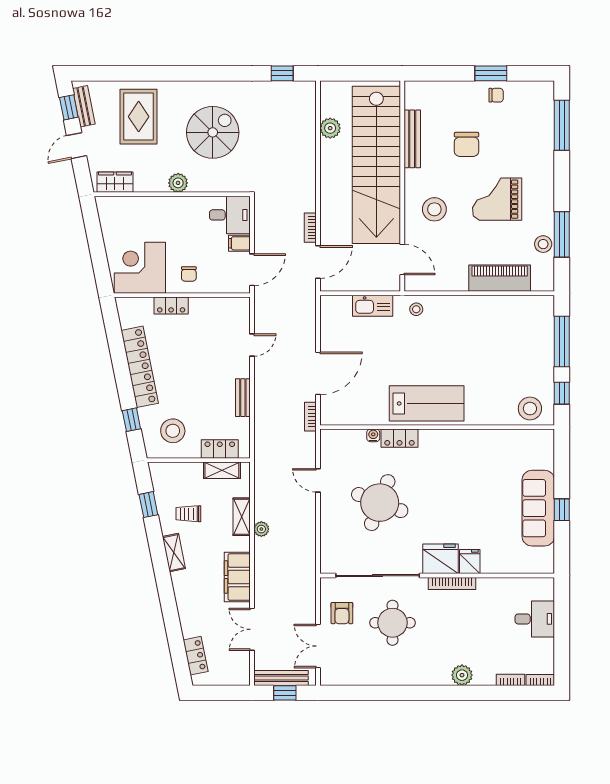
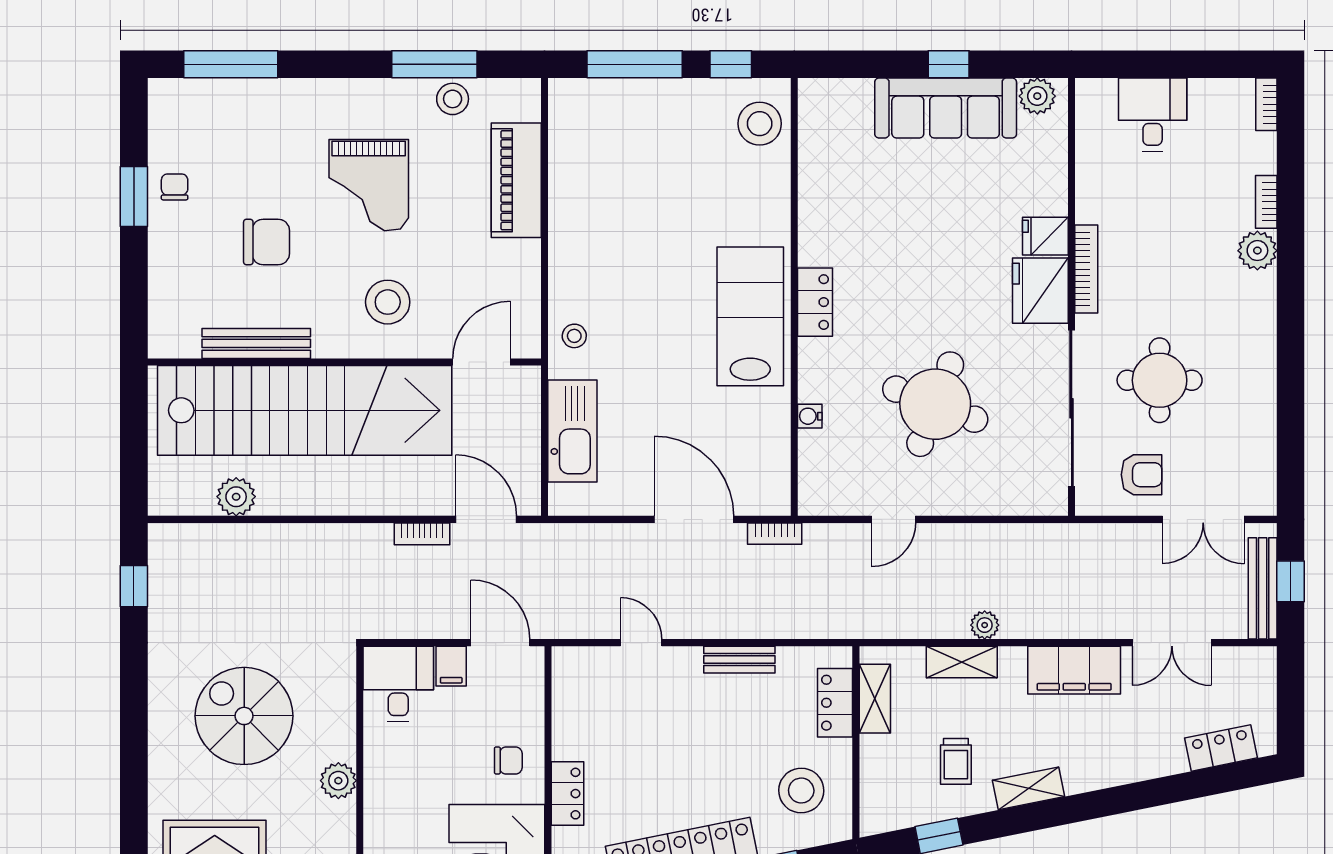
kitchen sink: (373, 306) -> (572, 431), width x1.36, depth x1.24
locker: (399, 438) -> (815, 302), moved
plant: (545, 557) -> (1037, 96), added
bookcase: (511, 680) -> (1266, 202), moved

